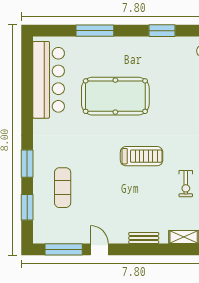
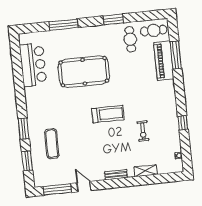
cafe table: (182, 60) -> (130, 39), added
bar counter: (49, 80) -> (33, 65), width x0.73

